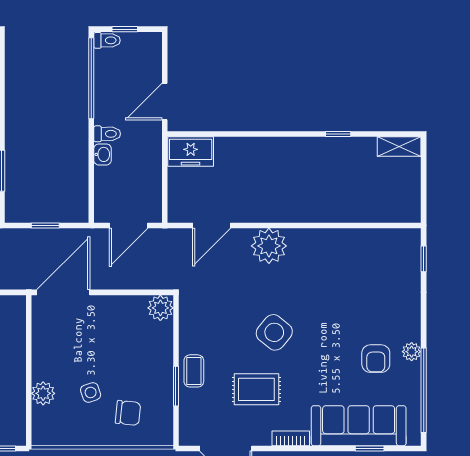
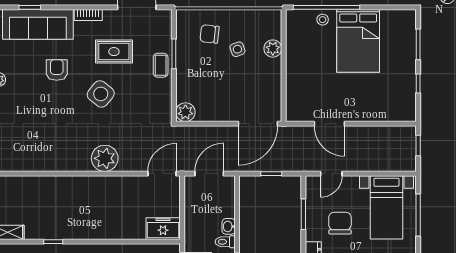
door: (212, 225) -> (162, 174), moved
armchair: (376, 359) -> (57, 70), moved

